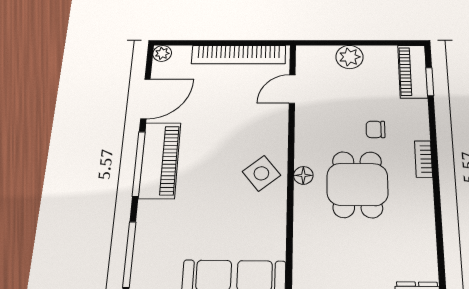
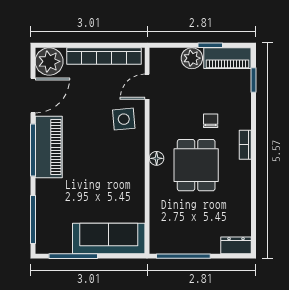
window: (373, 43) -> (210, 45), added
plant: (162, 53) -> (49, 61), width x1.87, depth x1.87
piano: (413, 71) -> (227, 58), moved, turned -90
chair: (376, 129) -> (211, 121), turned 90
side table: (261, 173) -> (124, 119), moved, turned 34

